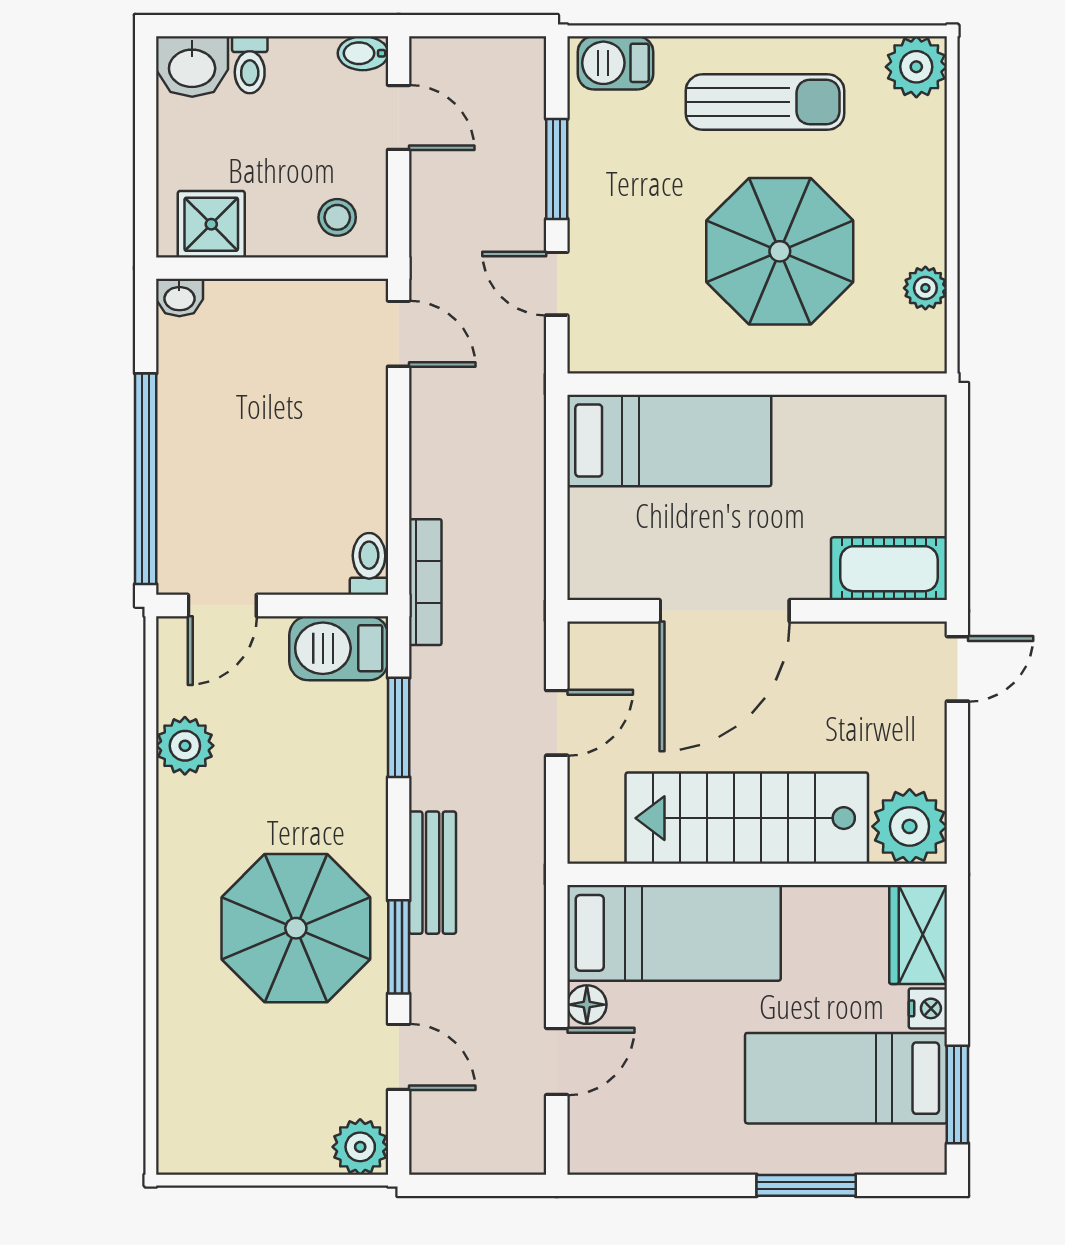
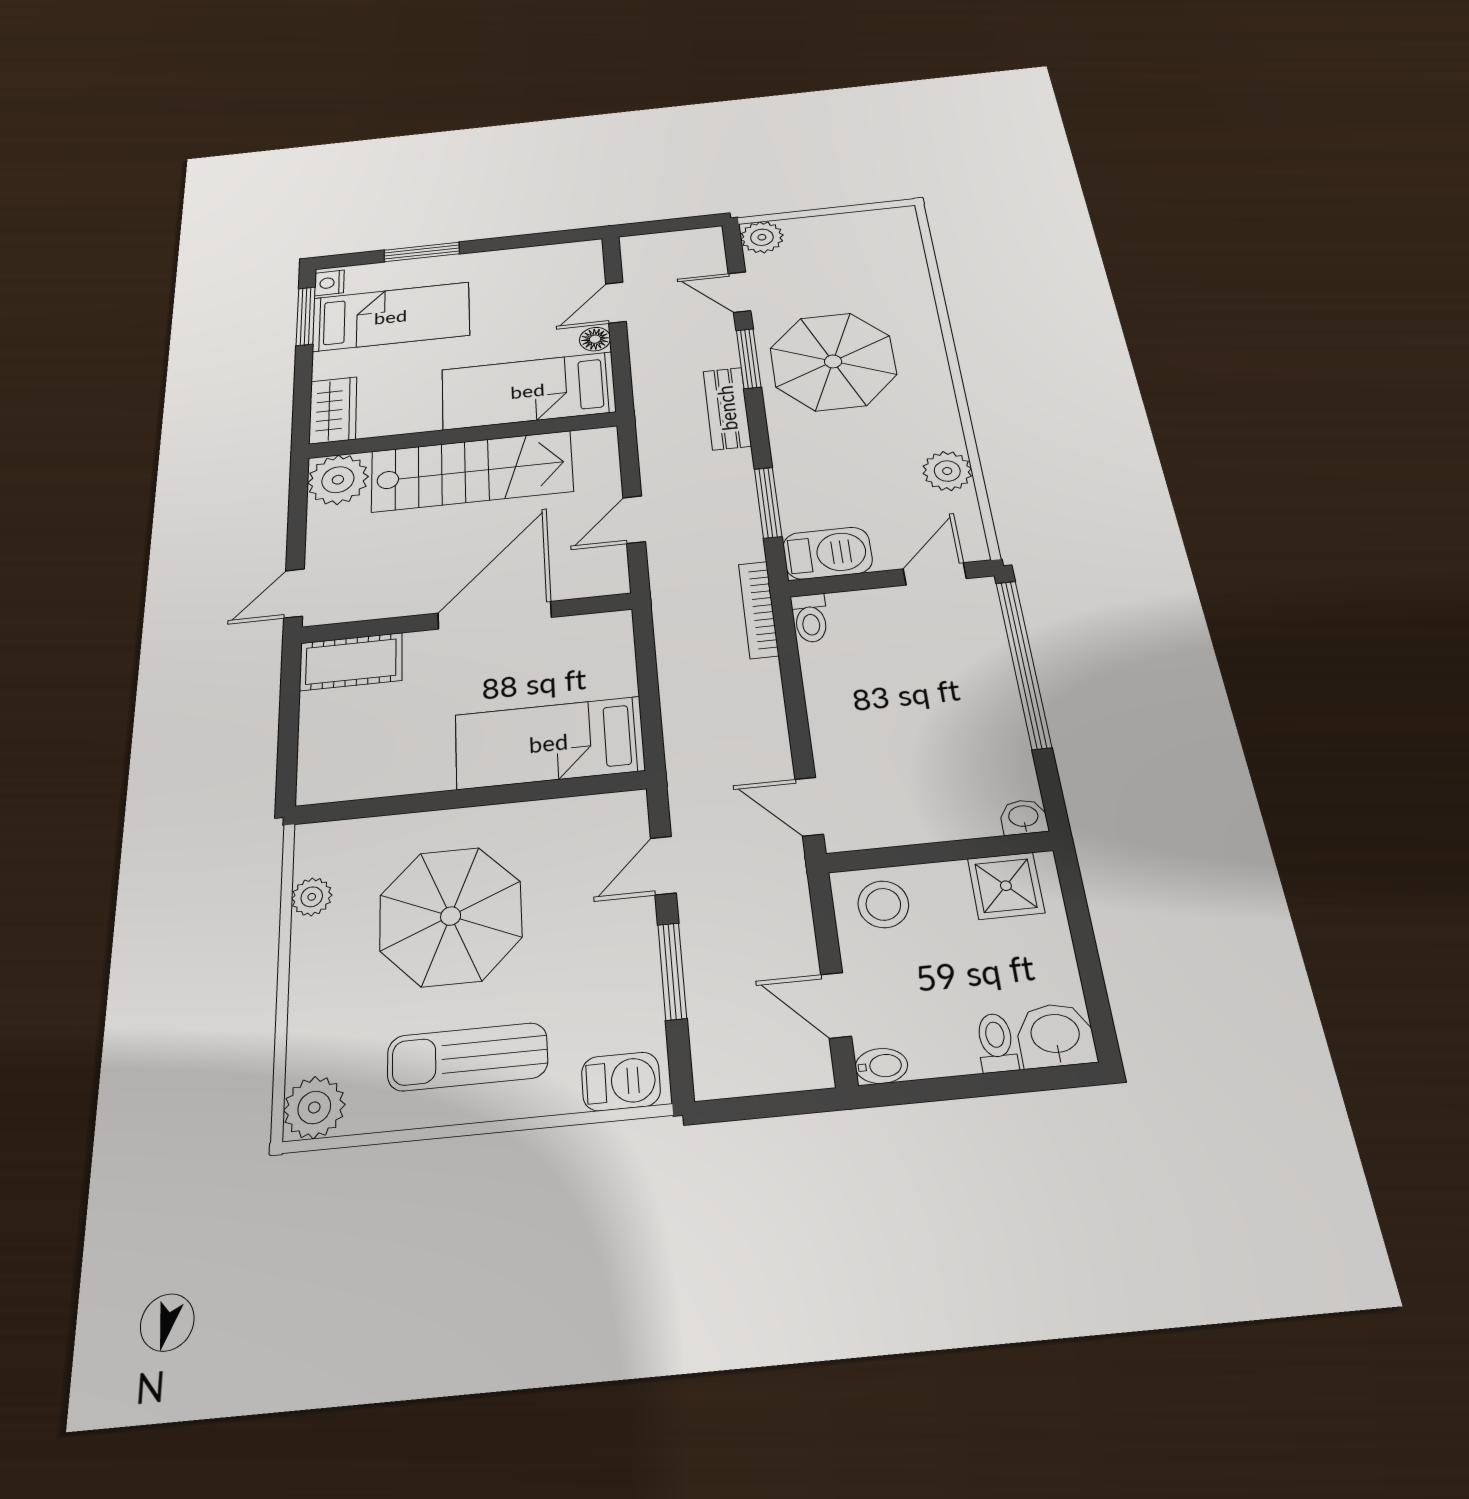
stool: (337, 217) -> (883, 904), width x1.37, depth x1.37
door: (557, 284) -> (663, 866), swing flipped
nightstand: (928, 1008) -> (329, 283), moved

